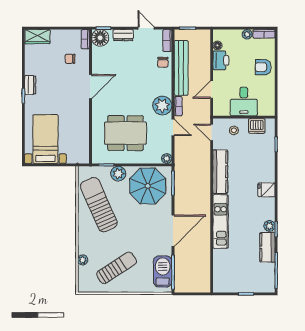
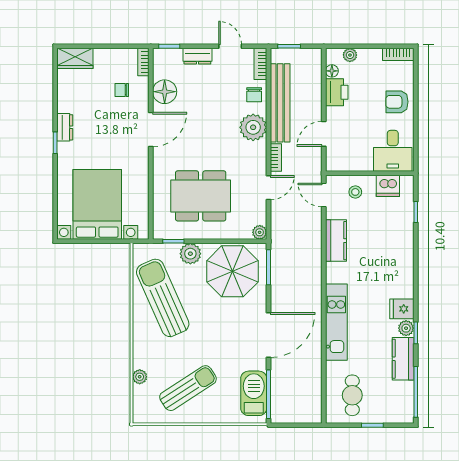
plant: (247, 34) -> (350, 55), moved
floor lamp: (100, 38) -> (165, 92), moved
desk: (244, 101) -> (393, 151), moved
plant: (162, 106) -> (253, 127), moved
door: (173, 127) -> (269, 188), hinge flipped
bed with nightstands: (45, 139) -> (97, 204), width x1.36
kitchen counter: (220, 172) -> (336, 241), width x0.67
fridge: (266, 190) -> (402, 309), moved
cafe table: (232, 273) -> (352, 395), added

